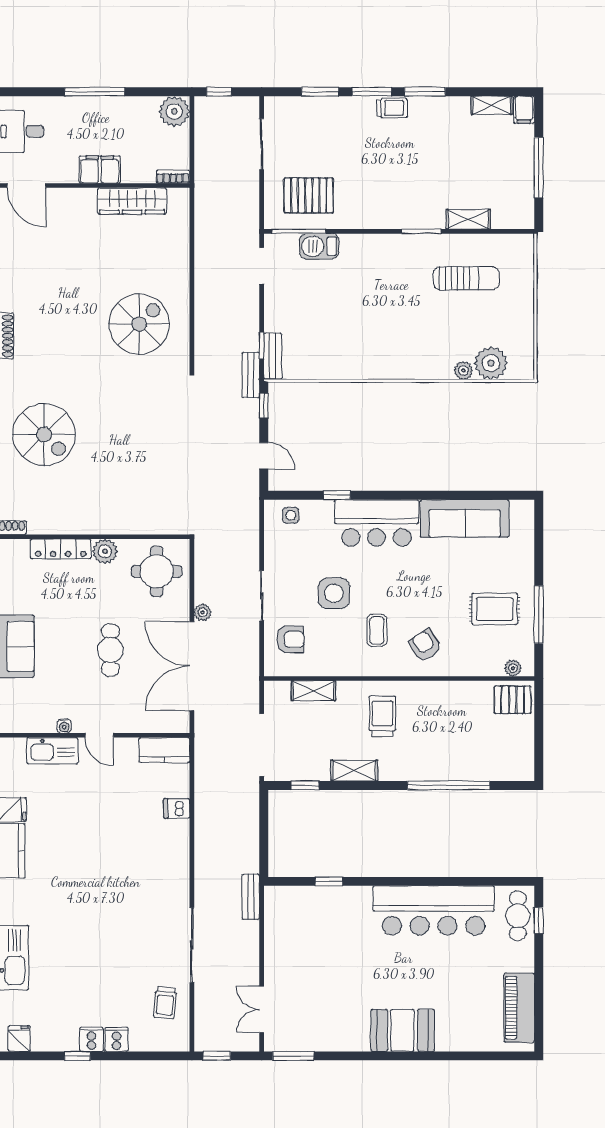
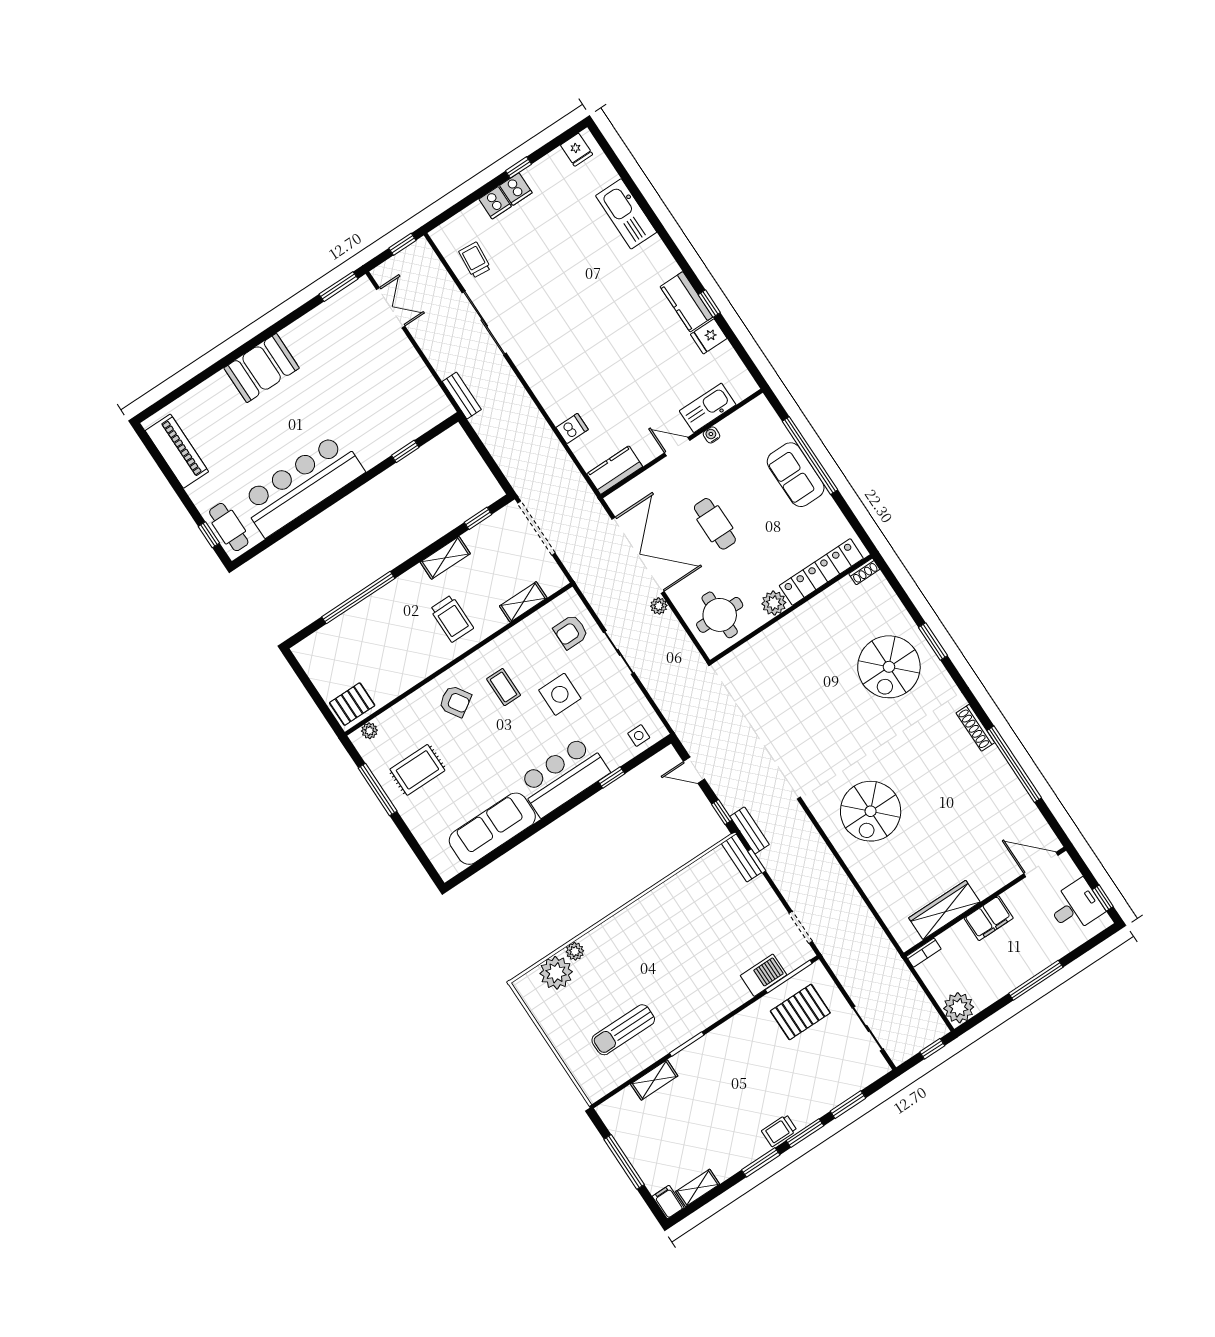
spiral stairs: (44, 434) -> (889, 667), turned -90
locker: (61, 549) -> (821, 572), width x1.41, depth x1.21

